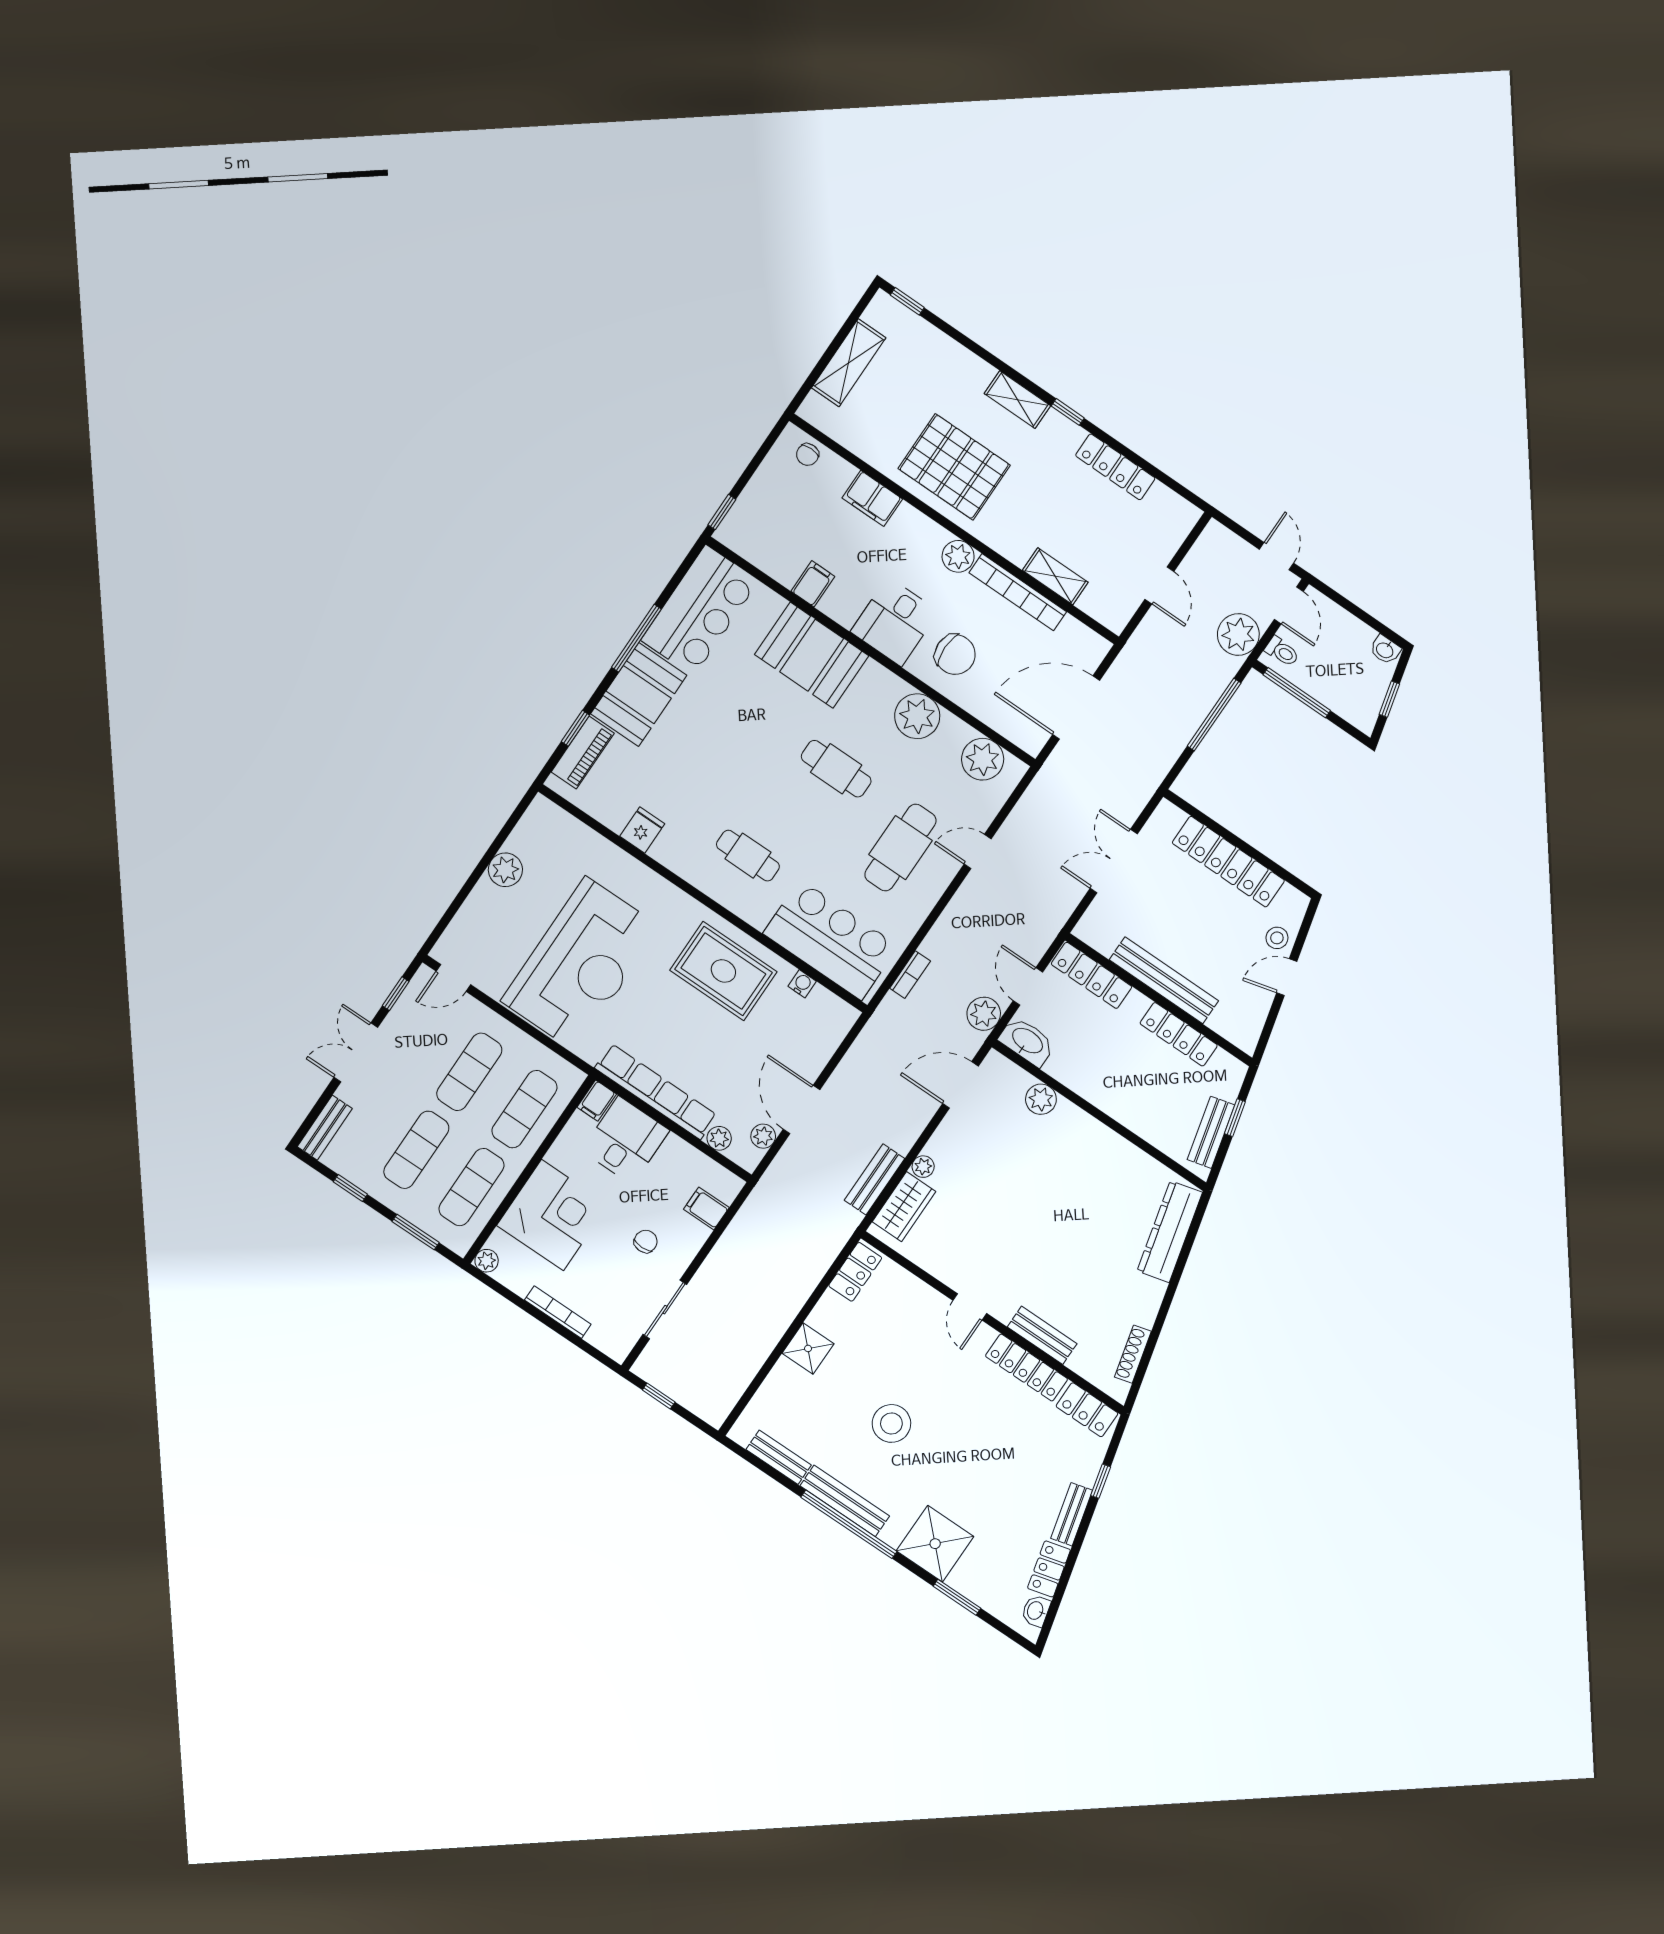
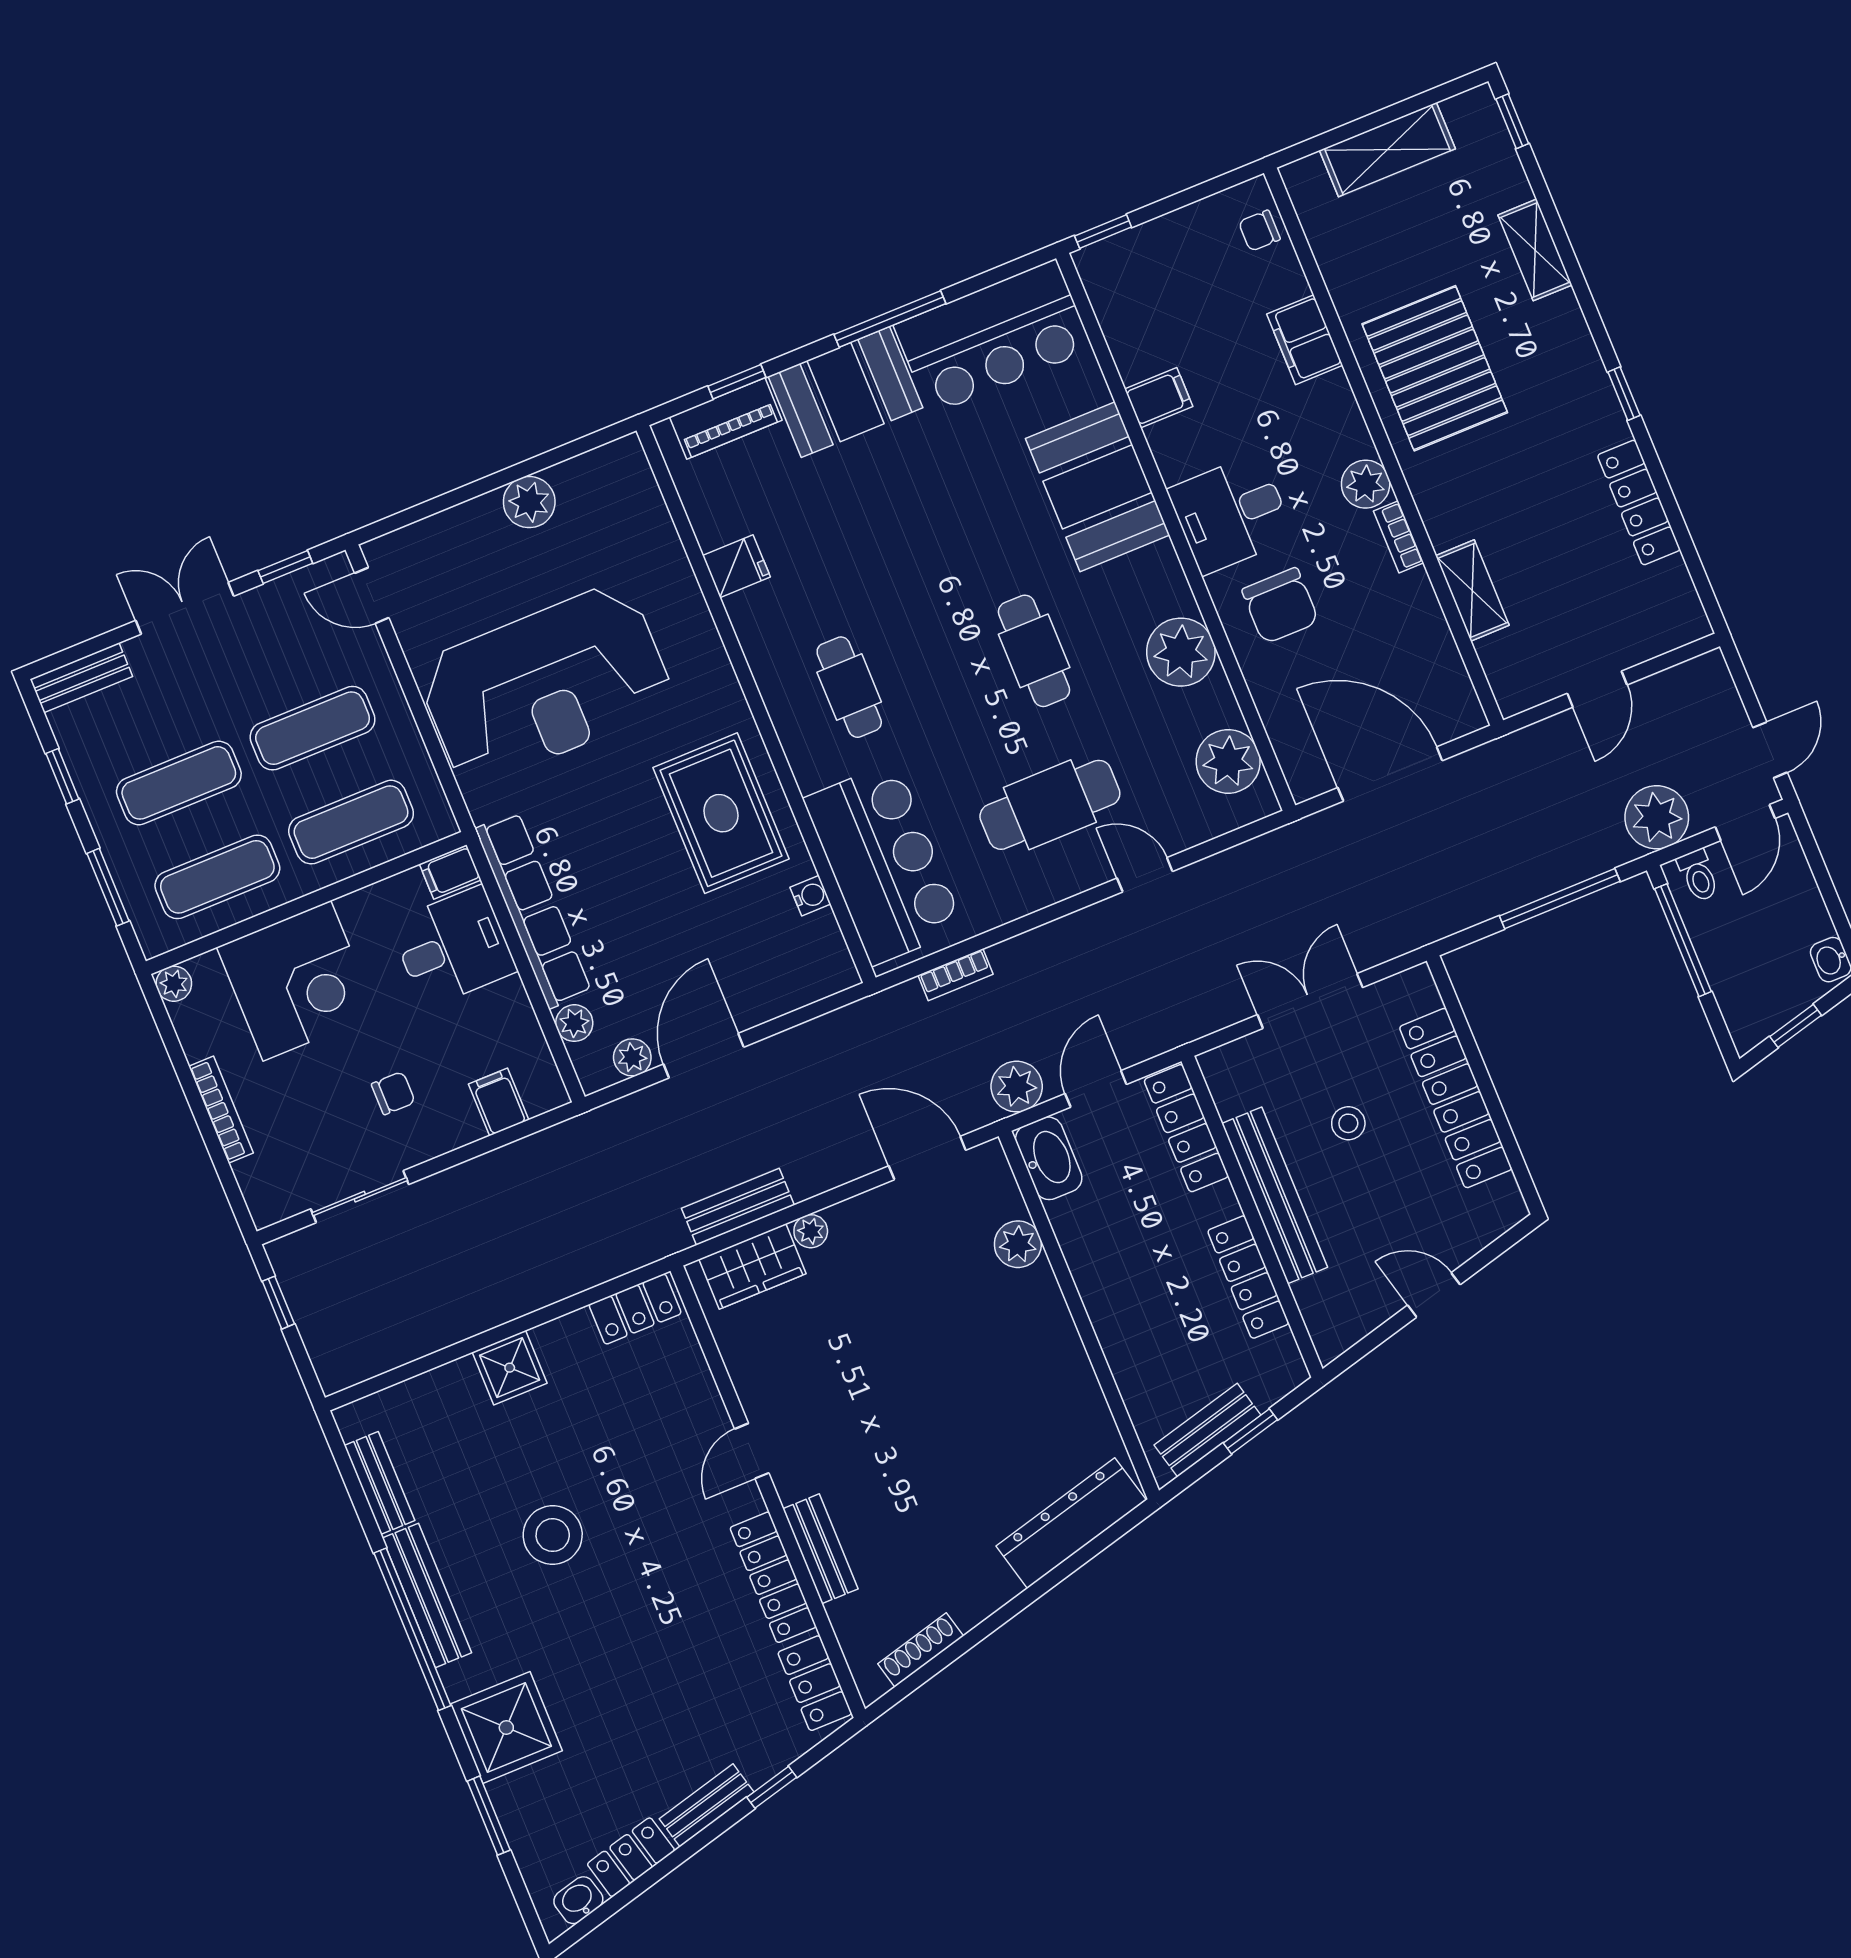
shelving: (1017, 400) -> (1535, 250), moved
bookcase: (1018, 592) -> (1399, 537), width x0.43, depth x0.76
stool: (1277, 938) -> (1348, 1123), moved

